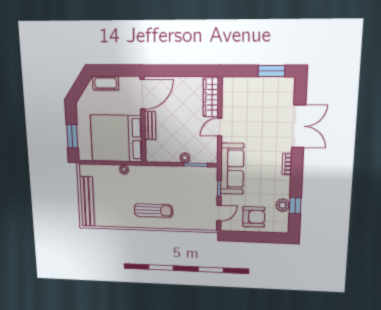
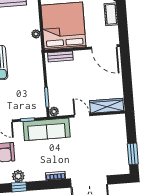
bench: (150, 125) -> (60, 56), moved
plant: (185, 158) -> (54, 112), moved

